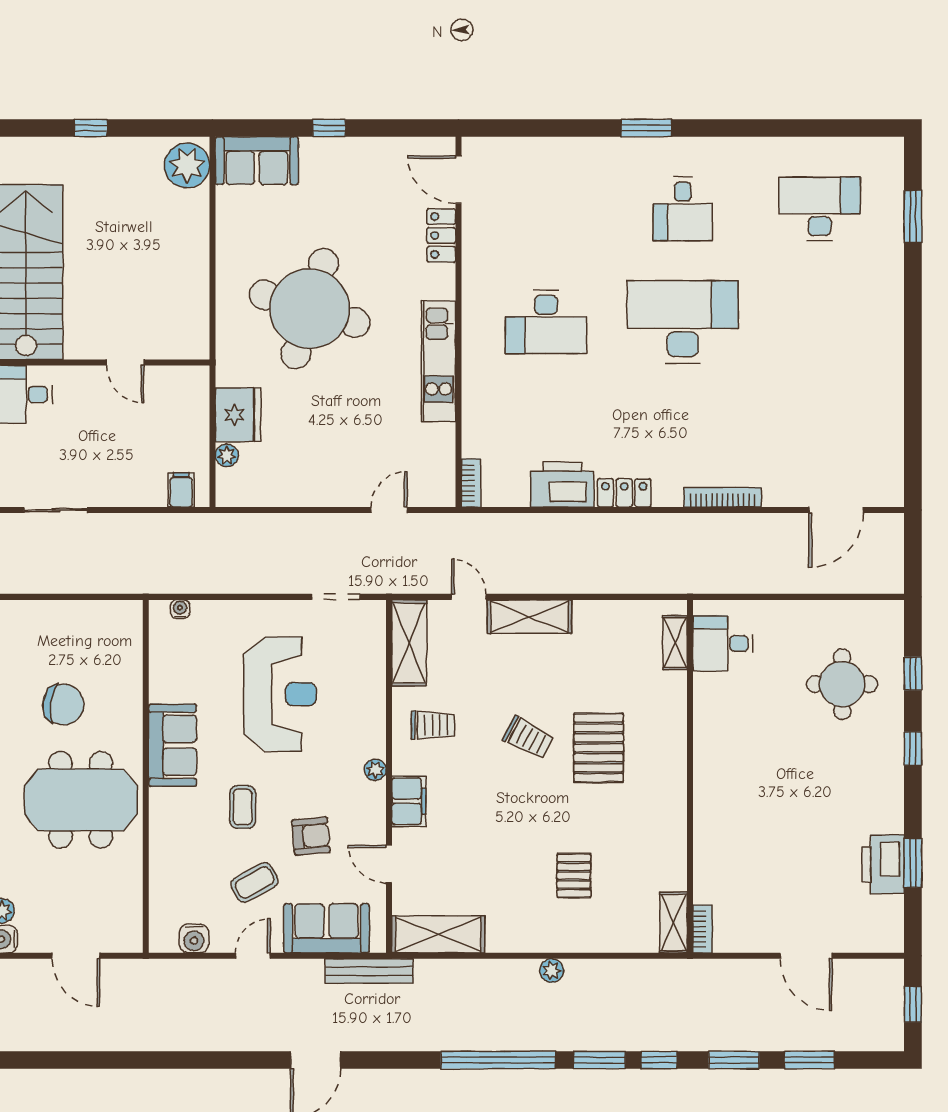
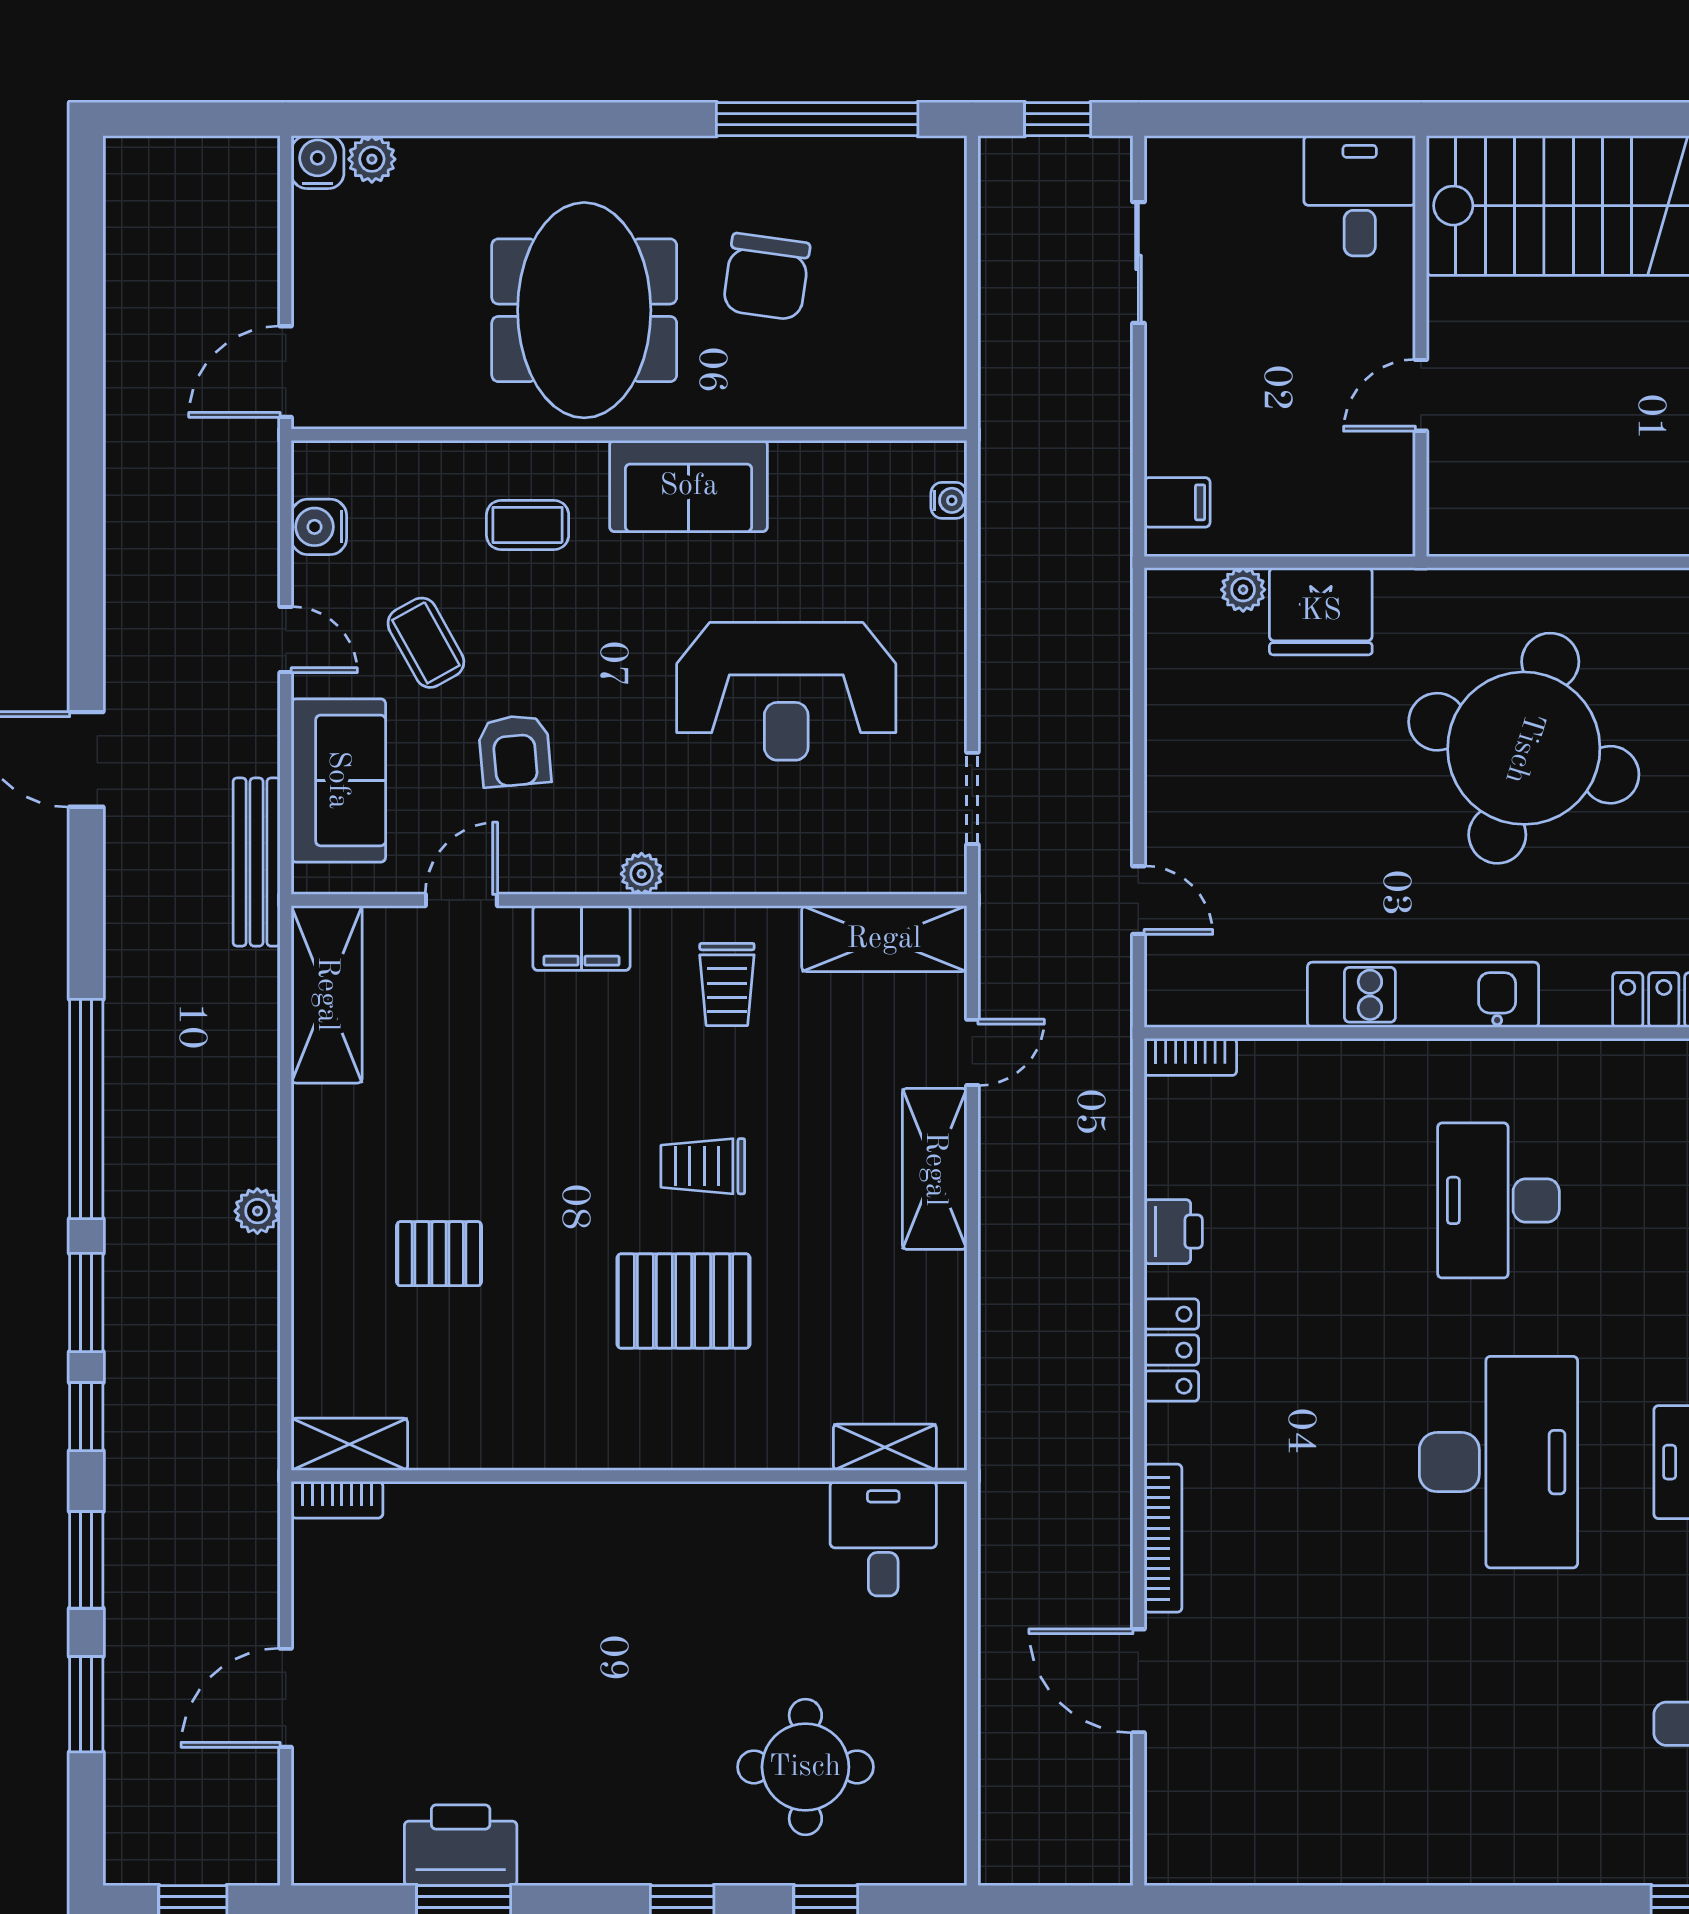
printer: (562, 485) -> (1173, 1232), width x0.53, depth x0.68
door: (836, 510) -> (1138, 1681), moved
trolley: (528, 738) -> (703, 1166), turned 62
coffee table: (243, 807) -> (528, 525), moved
door: (76, 956) -> (286, 372), moved

